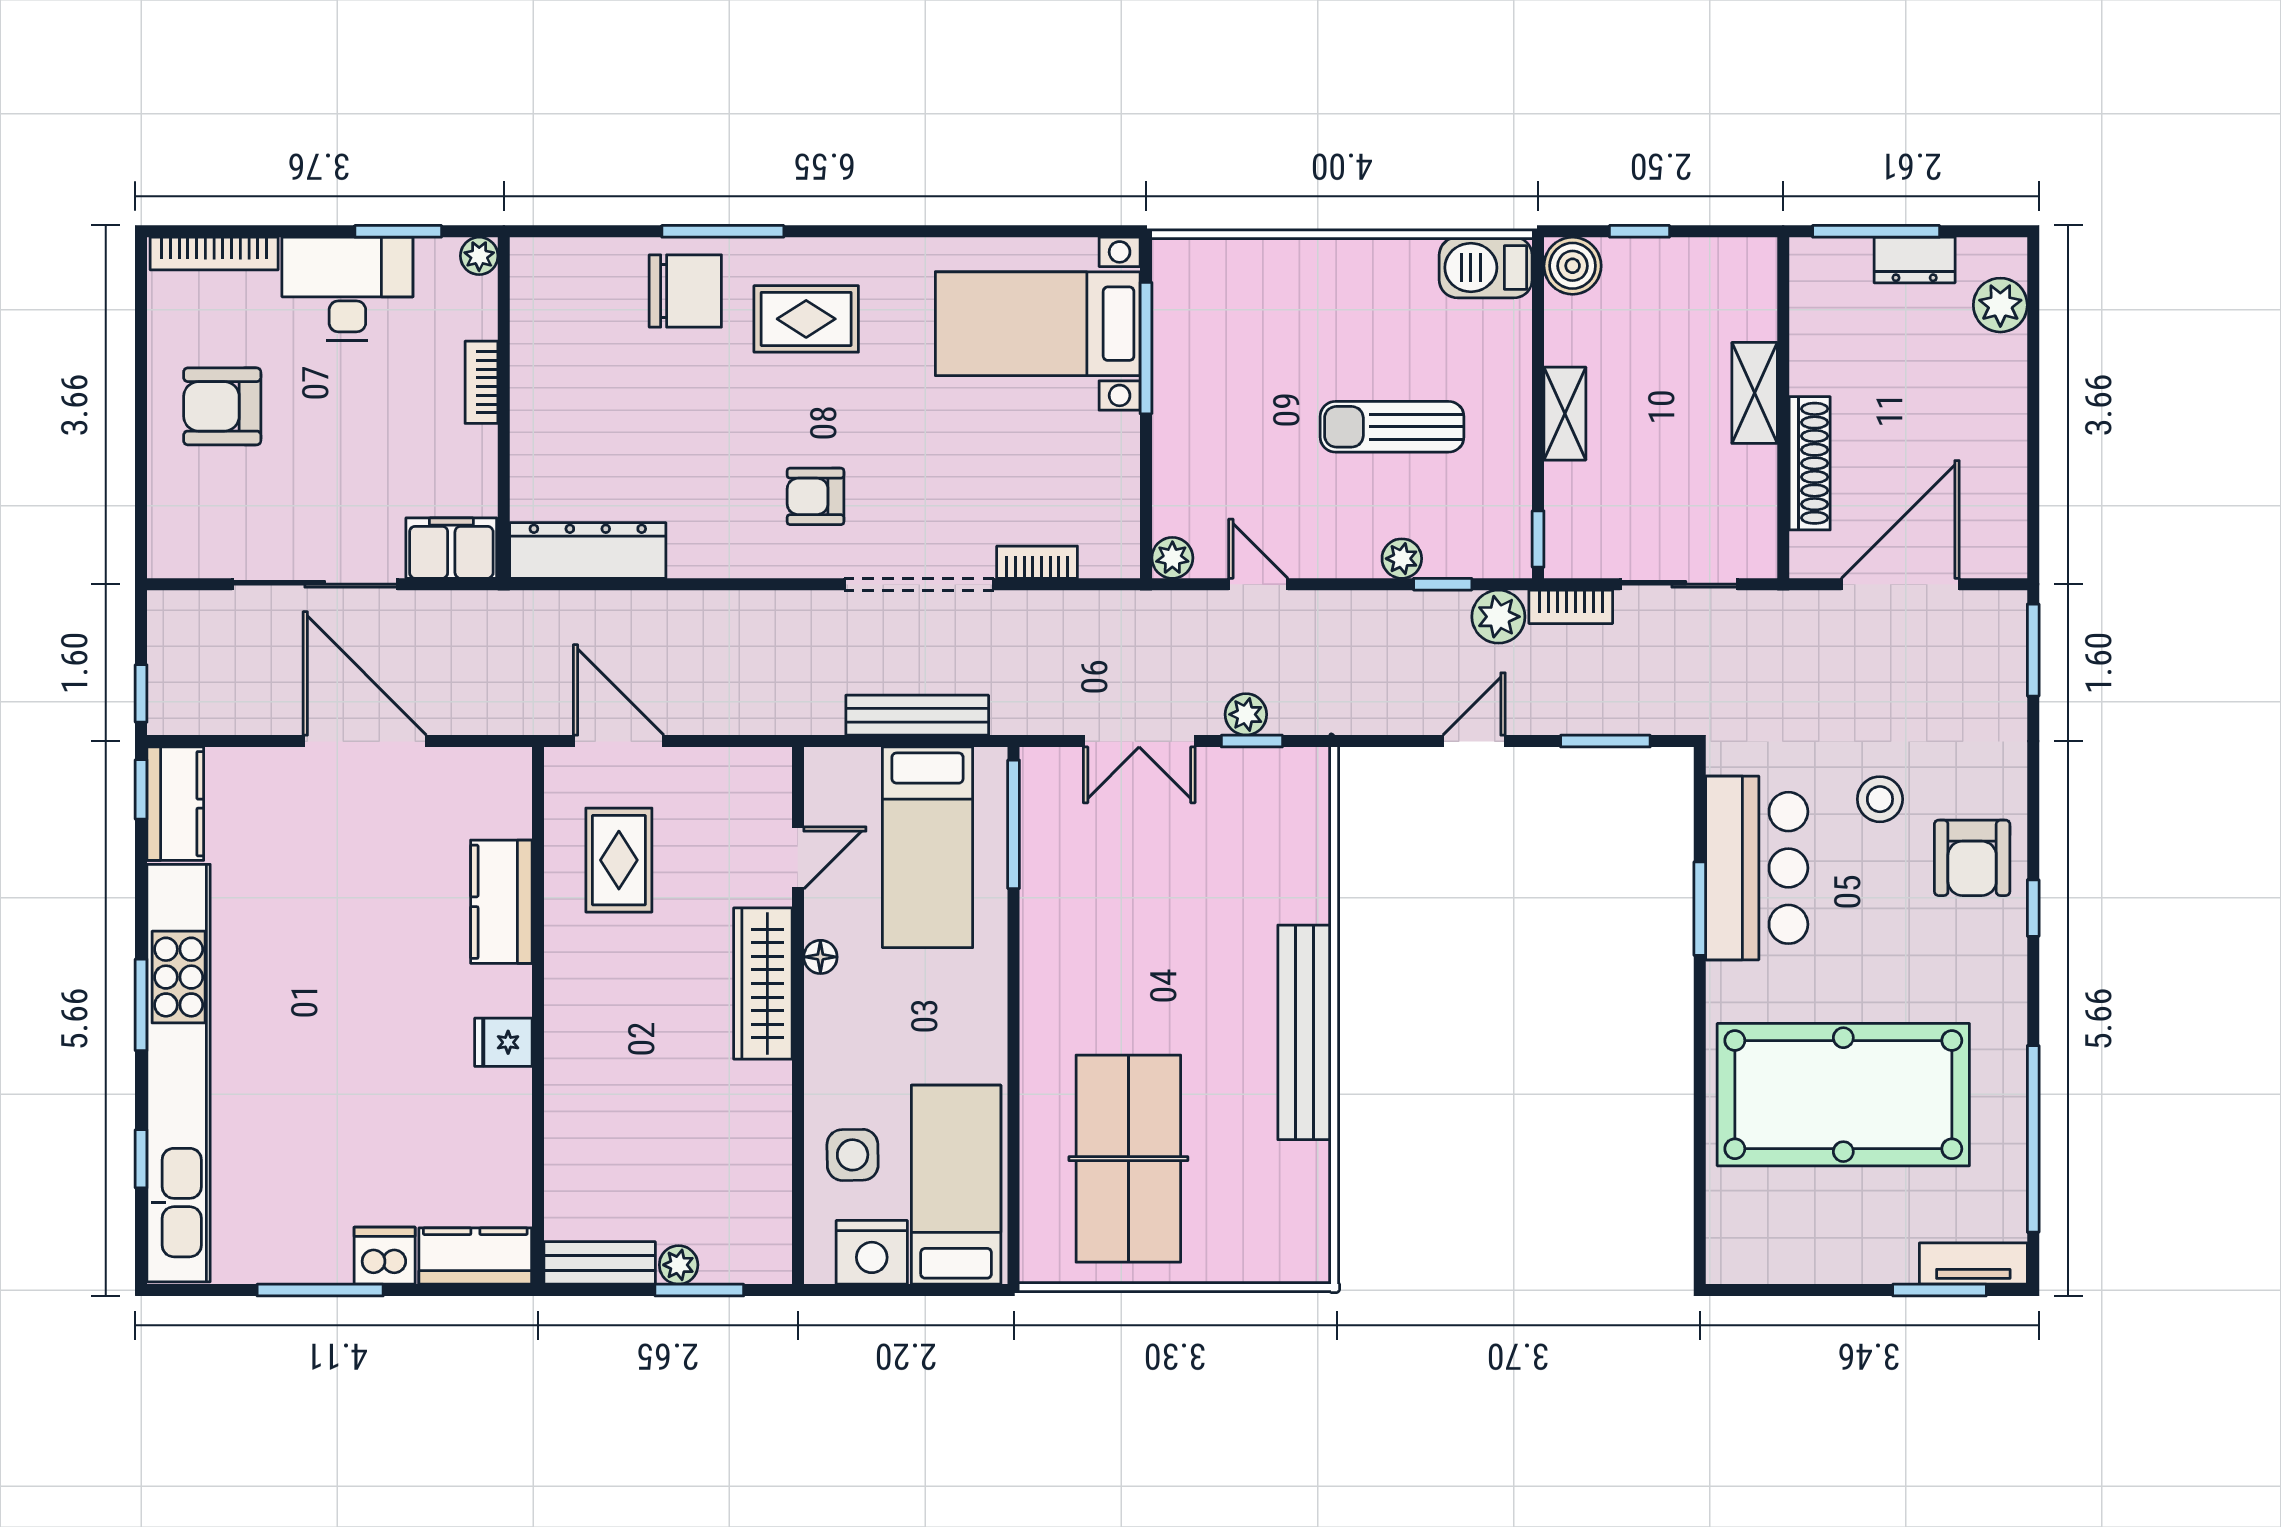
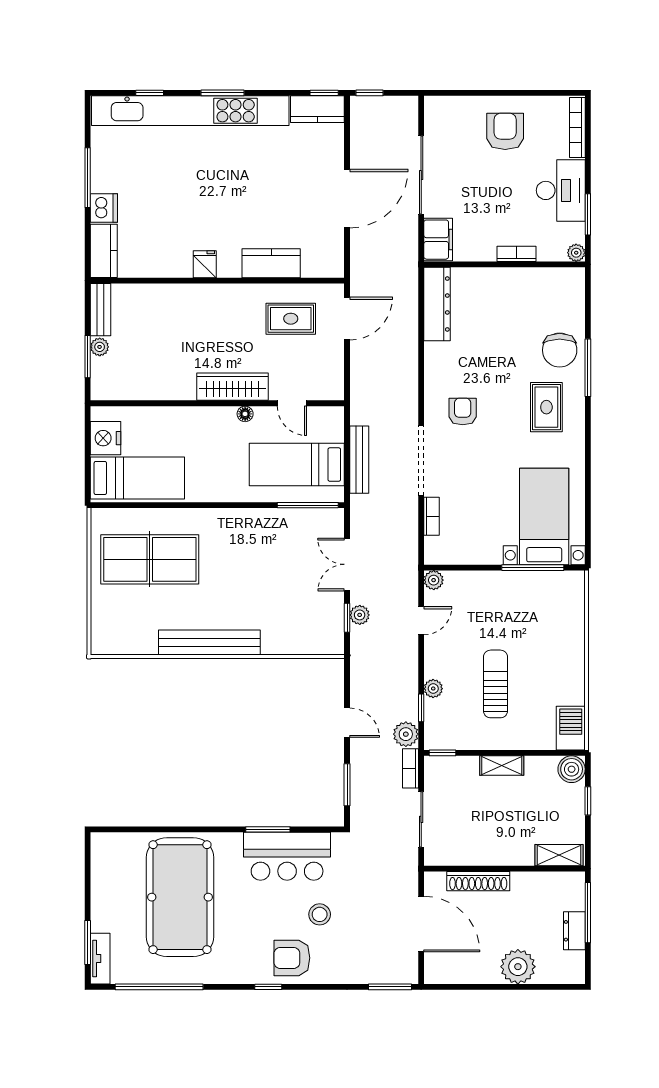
plant: (2000, 305) -> (518, 967), moved, width x1.36, depth x1.36
shelving: (1755, 393) -> (559, 855), moved
side table: (853, 1155) -> (152, 429), removed

